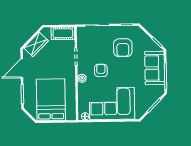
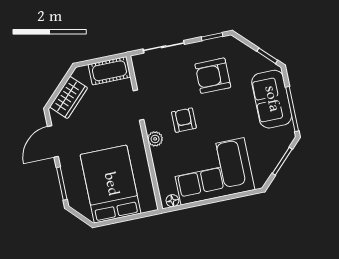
armchair: (123, 48) -> (213, 76), turned 90

